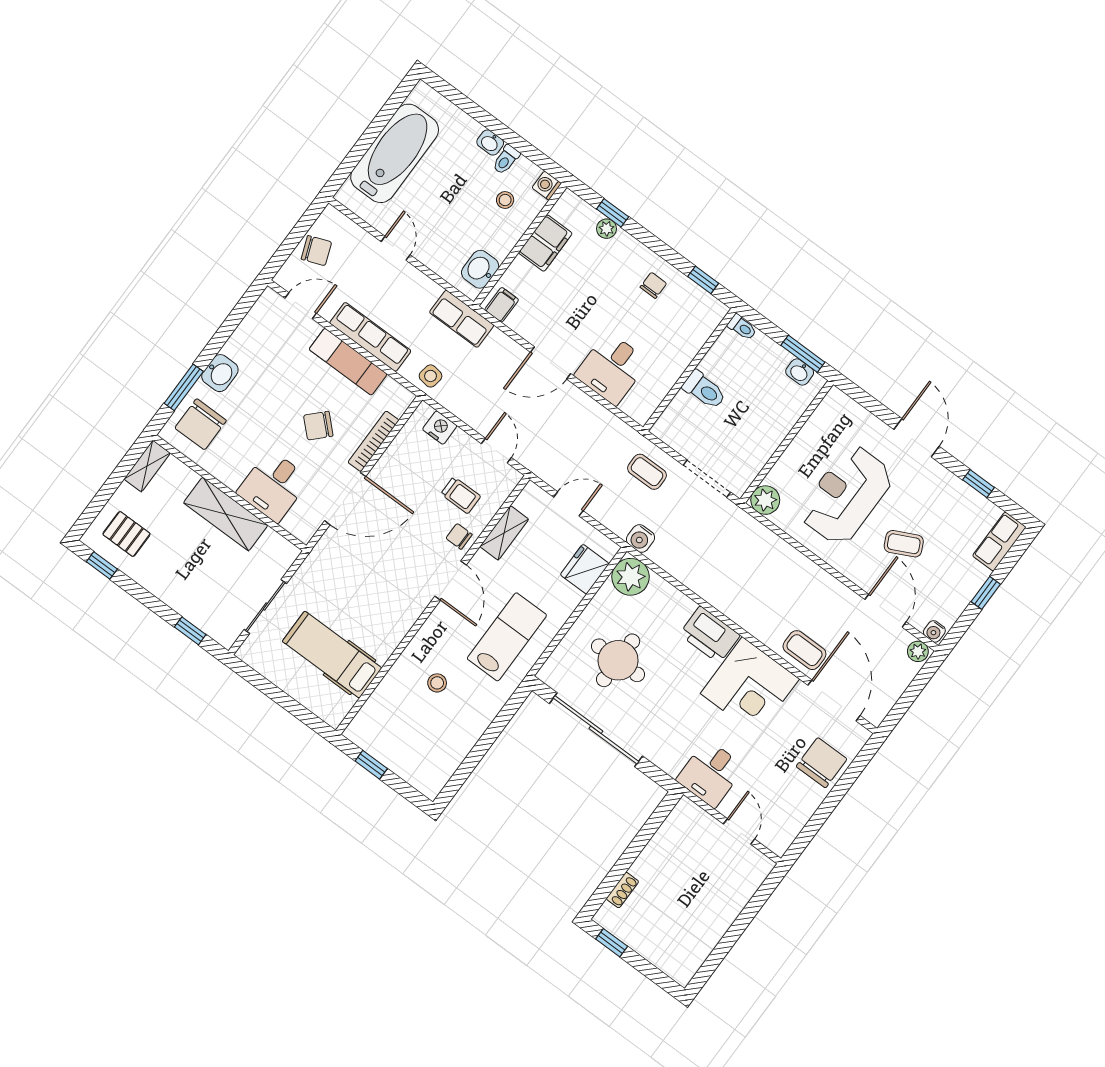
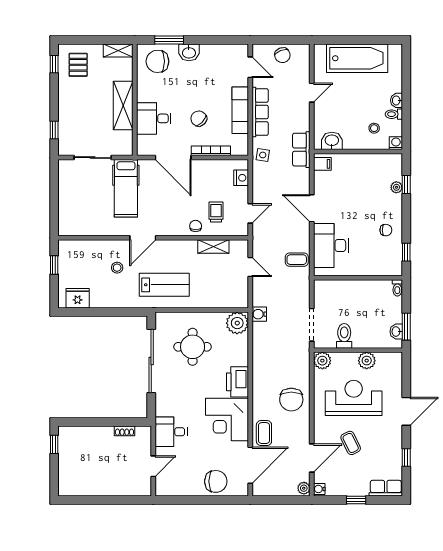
filing cabinet: (545, 243) -> (368, 163), removed
desk: (612, 368) -> (331, 246), width x1.37
toilet: (704, 390) -> (344, 336), moved, turned 180
plant: (809, 440) -> (367, 361), added
coffee table: (647, 472) -> (297, 260), moved, turned 90
trolley: (461, 495) -> (216, 212), turned 180
fridge: (585, 569) -> (78, 298), moved
chair: (787, 580) -> (291, 400), added
door: (451, 581) -> (143, 238), moved
hospital bed: (332, 655) -> (126, 188), moved, turned 180
shoe rack: (622, 890) -> (124, 431), moved

